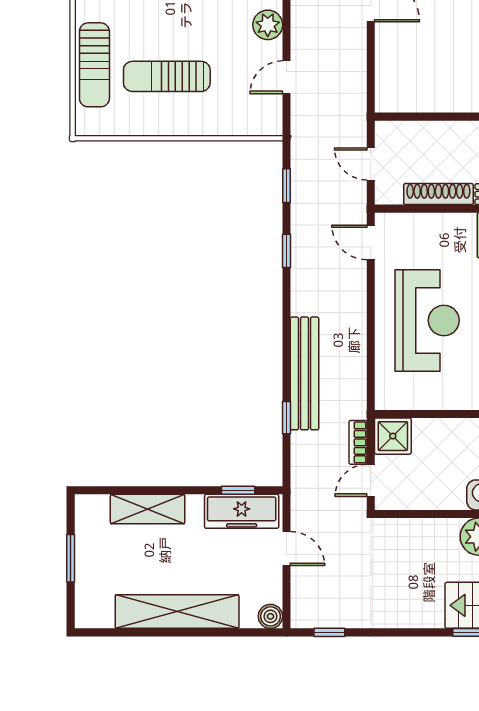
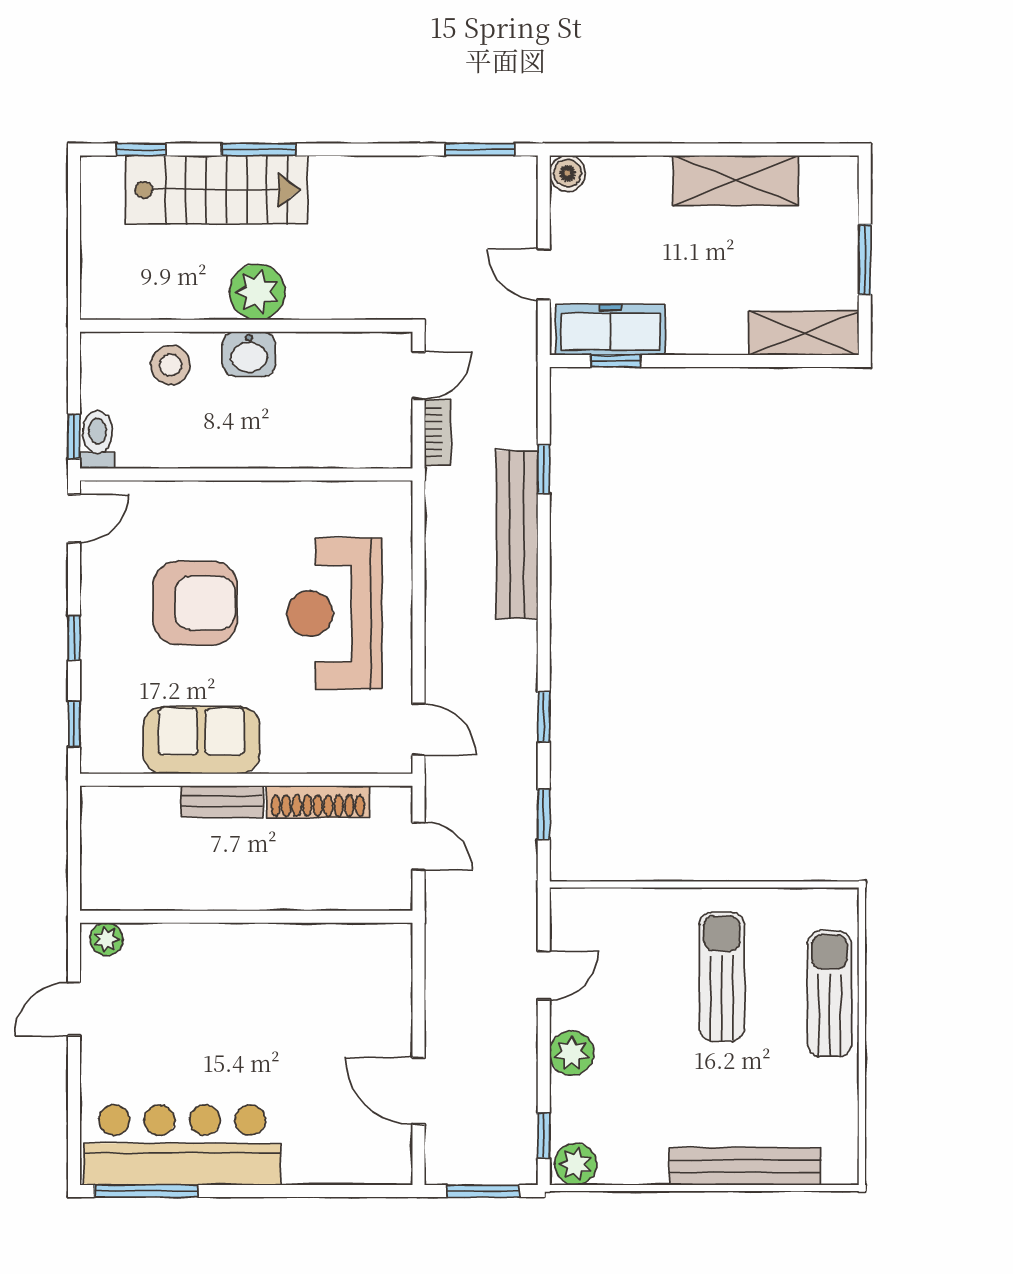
sun lounger: (167, 76) -> (722, 977), turned -90
shower: (393, 436) -> (386, 442), removed
shelving: (148, 509) -> (804, 333), moved
shelving: (177, 612) -> (736, 180), width x0.68
window: (329, 632) -> (480, 150), width x1.50

